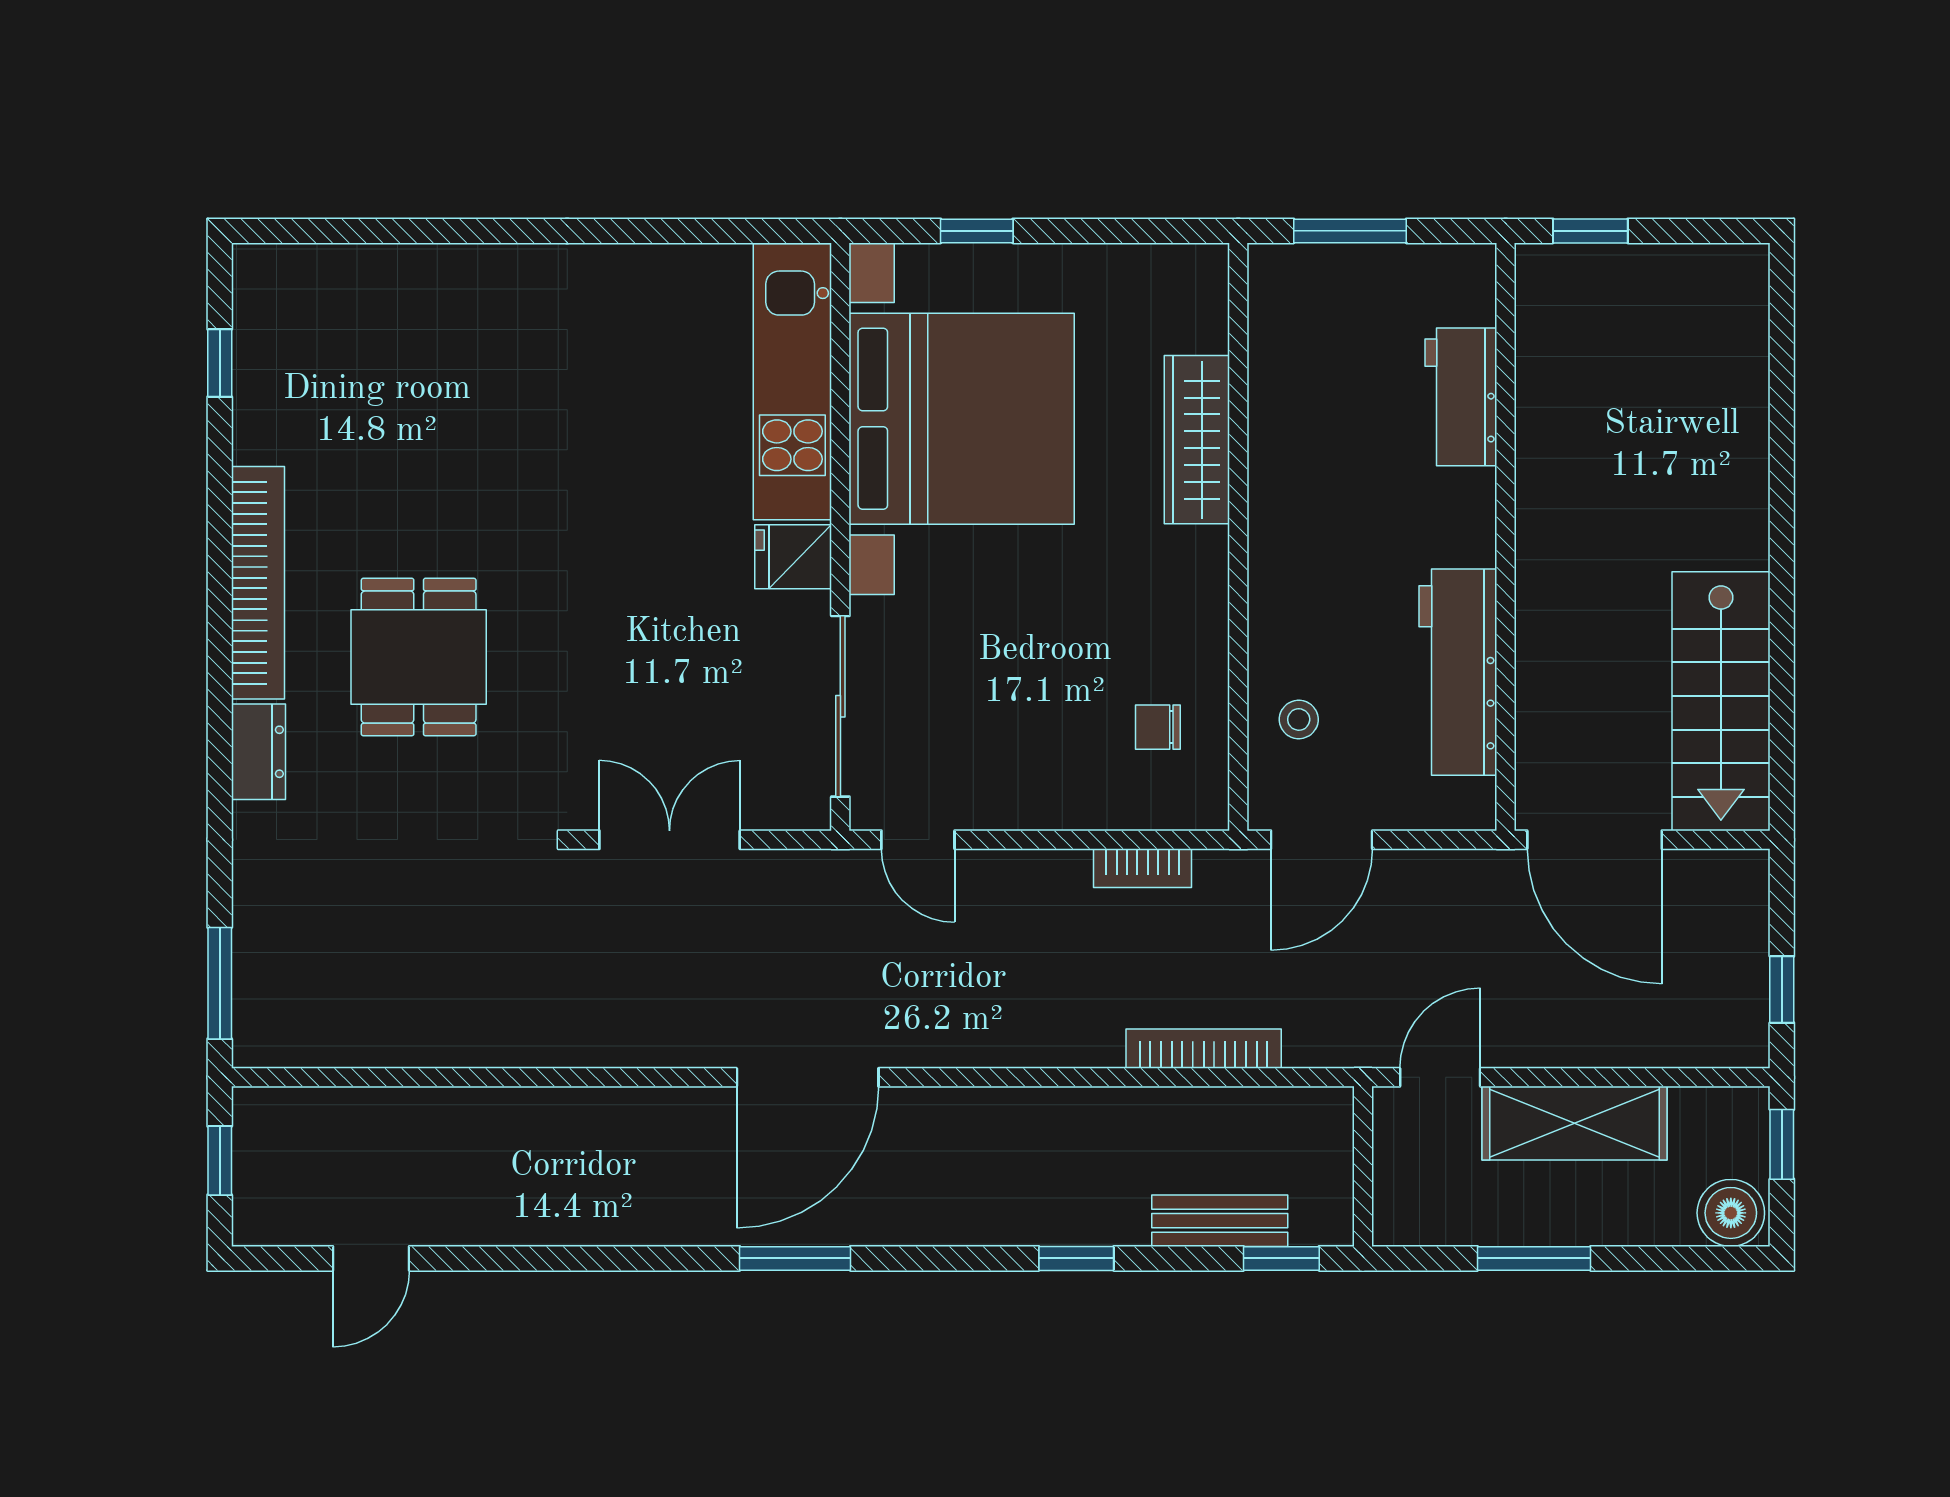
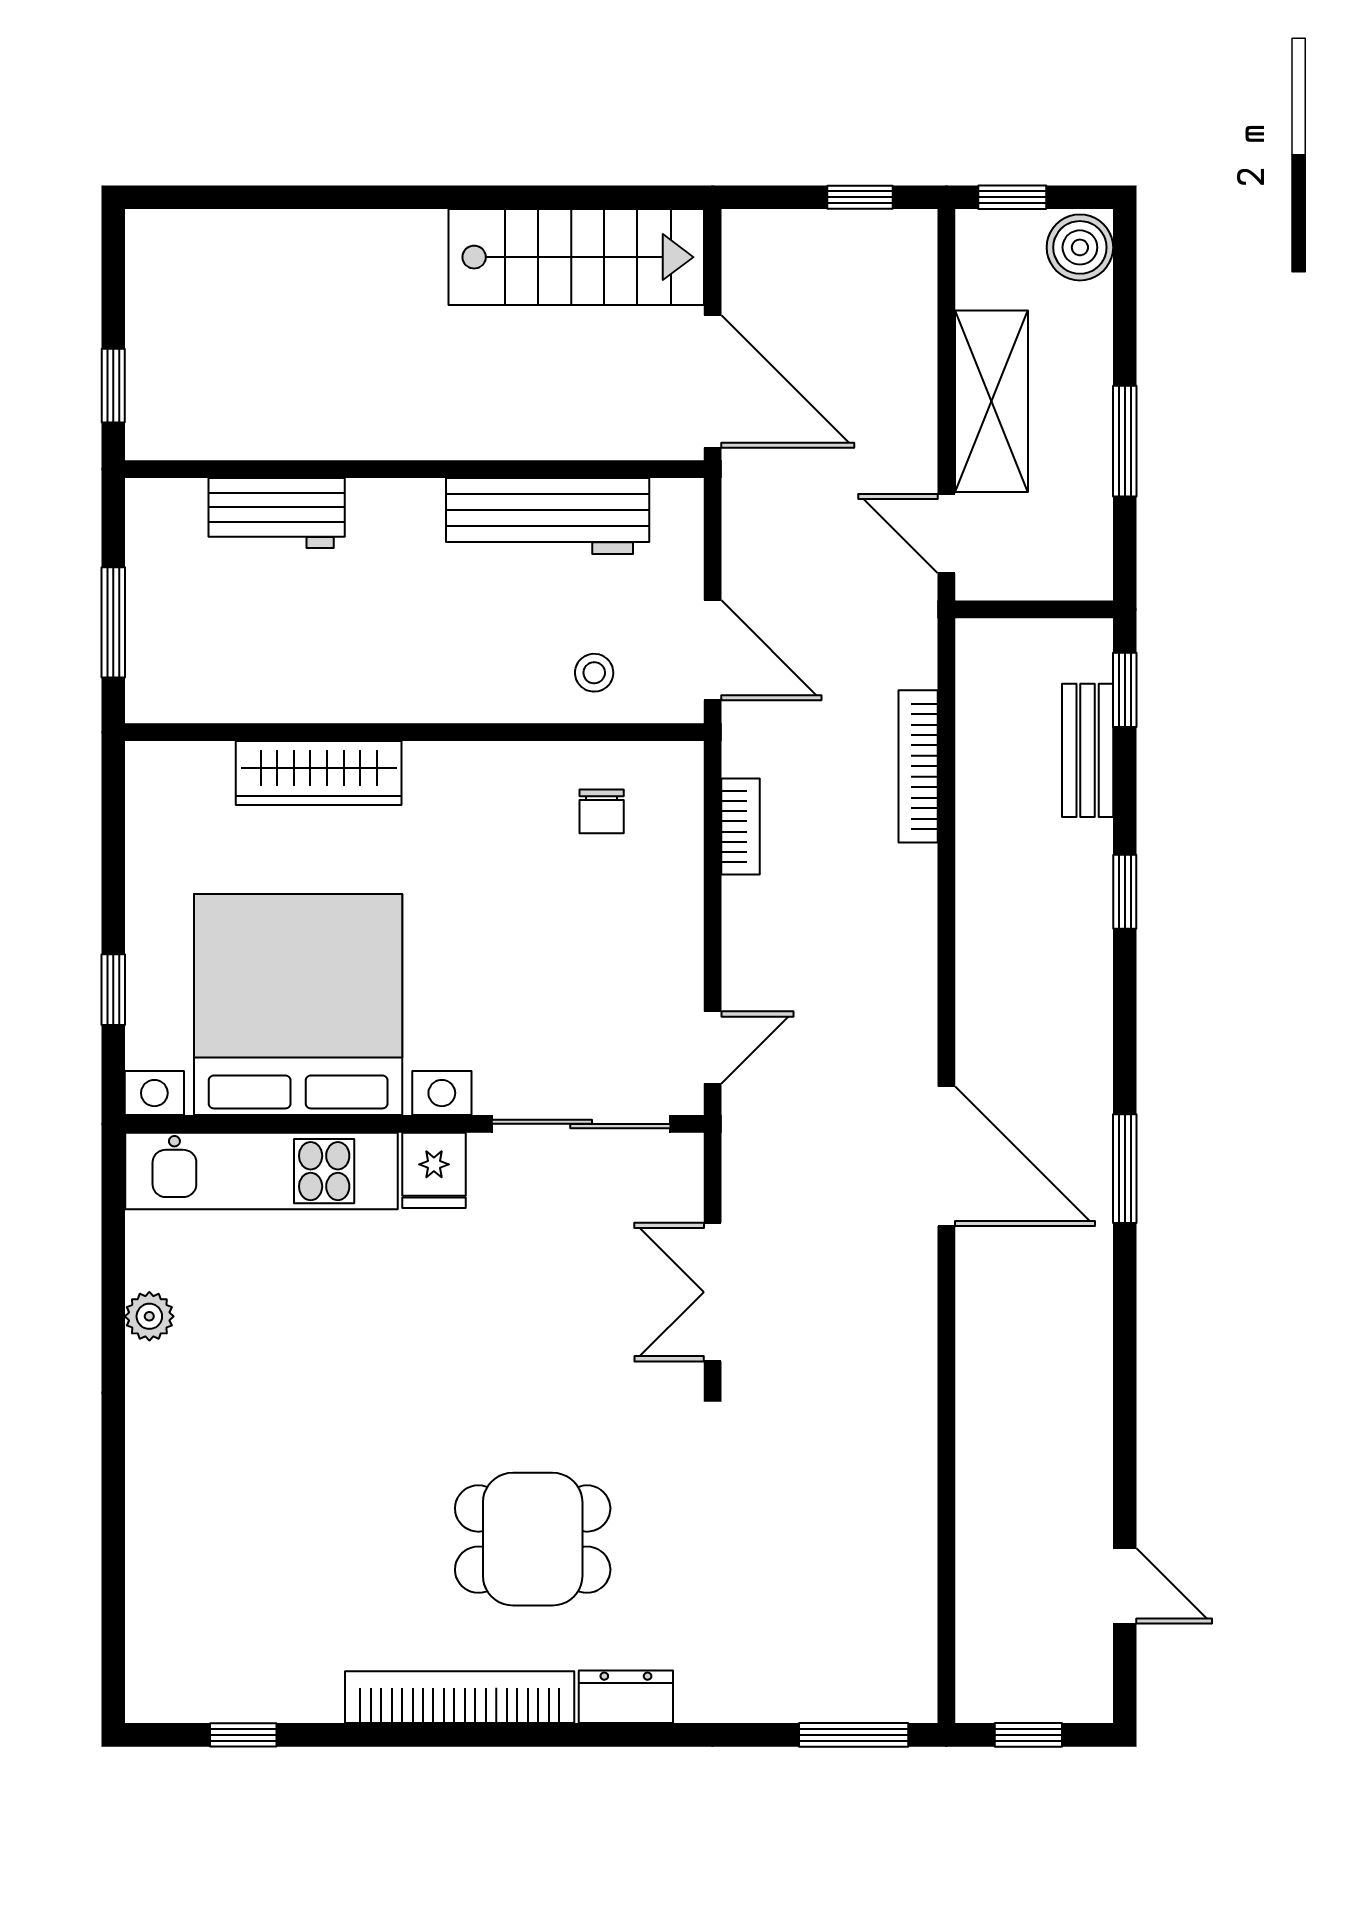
plant: (645, 268) -> (149, 1316), added
door: (1595, 840) -> (713, 381), hinge flipped

